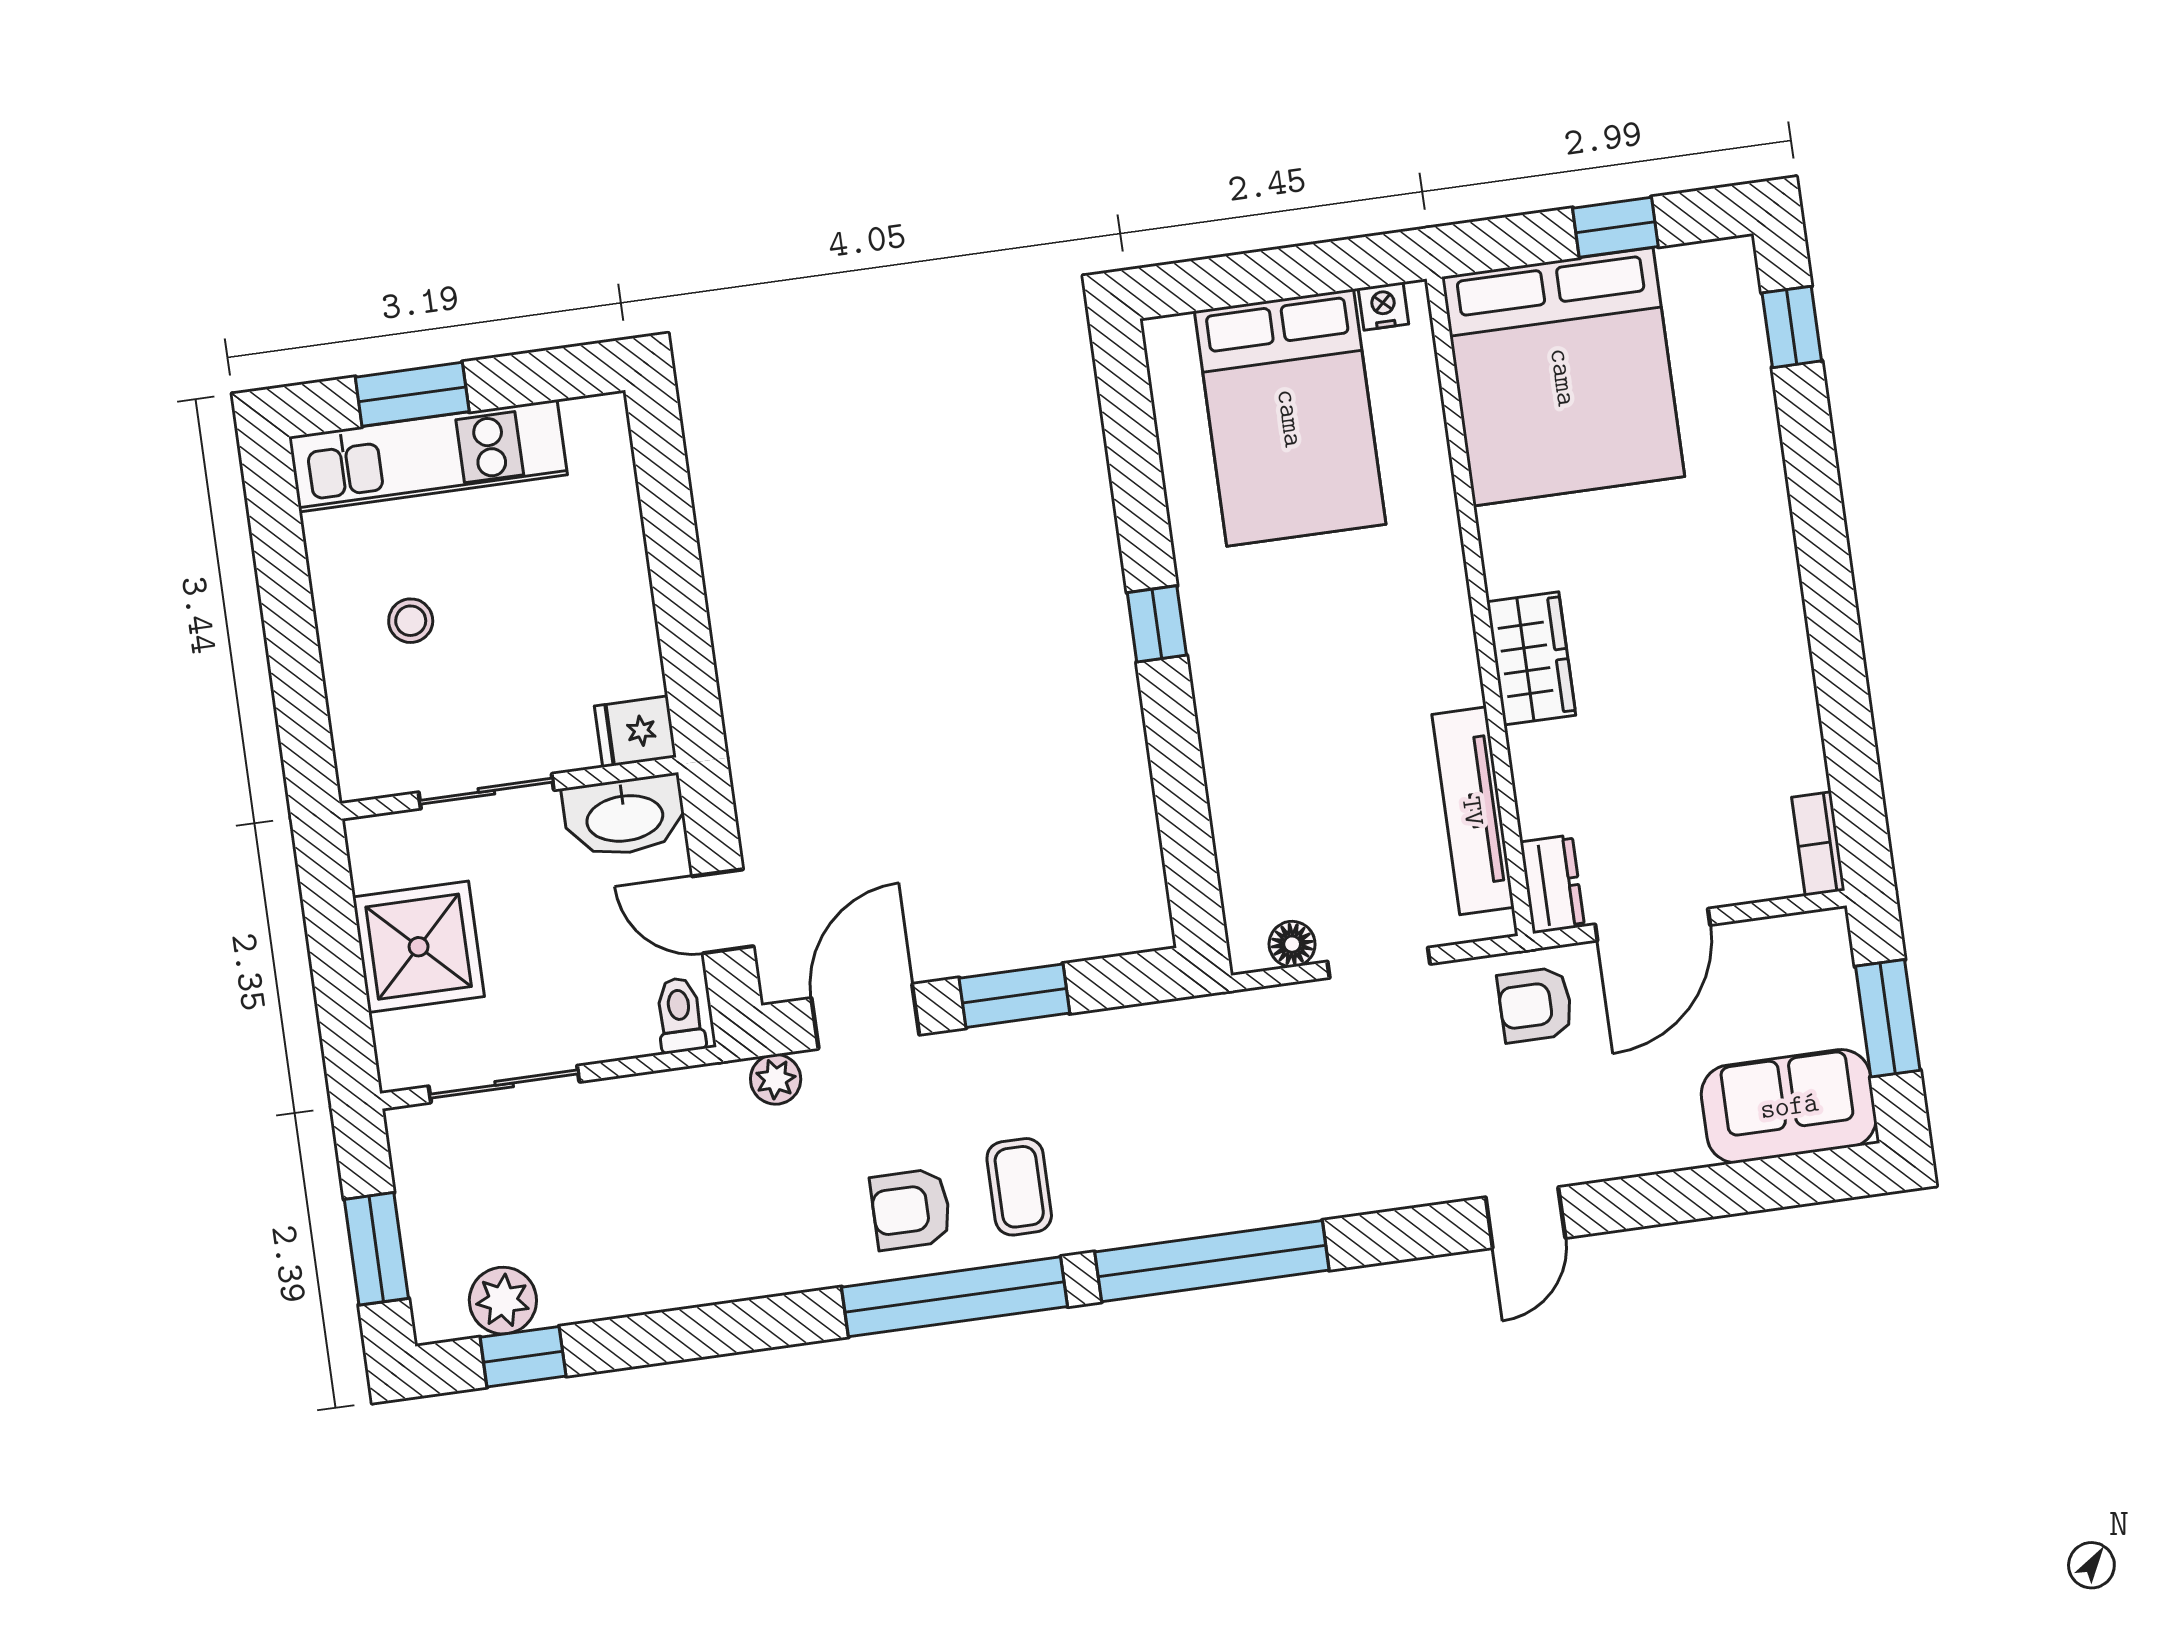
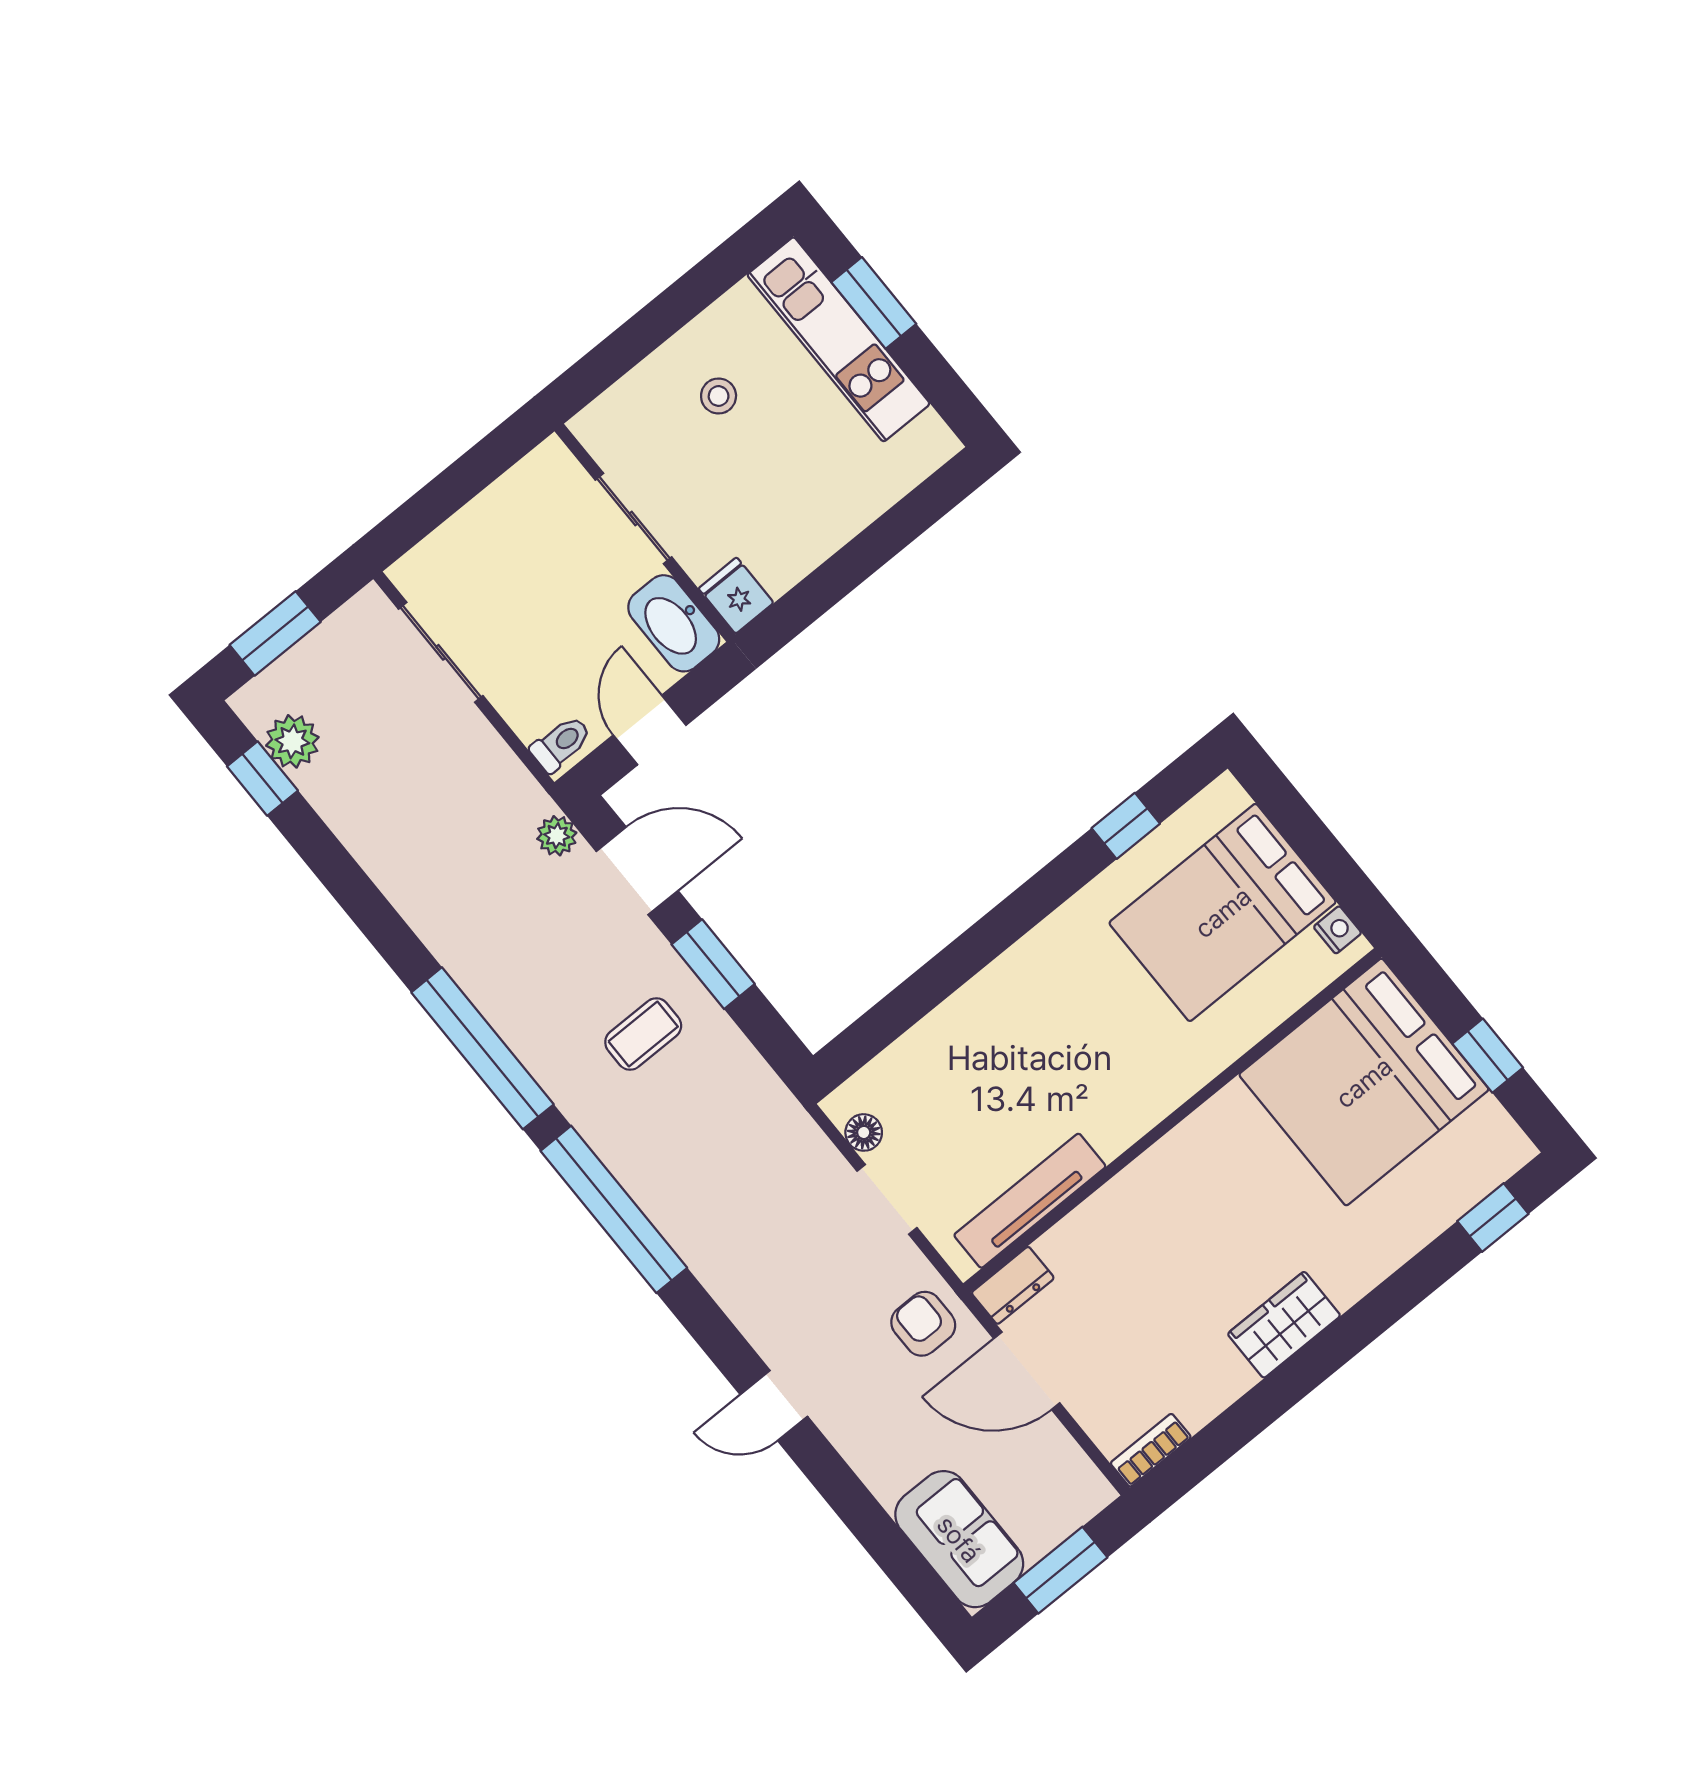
window: (1157, 624) -> (1126, 826), moved
wardrobe: (1531, 658) -> (1284, 1325), moved, turned 180
shower: (419, 947) -> (499, 537), removed
coffee table: (1019, 1187) -> (643, 1034), moved
armchair: (911, 1209) -> (524, 982), removed

